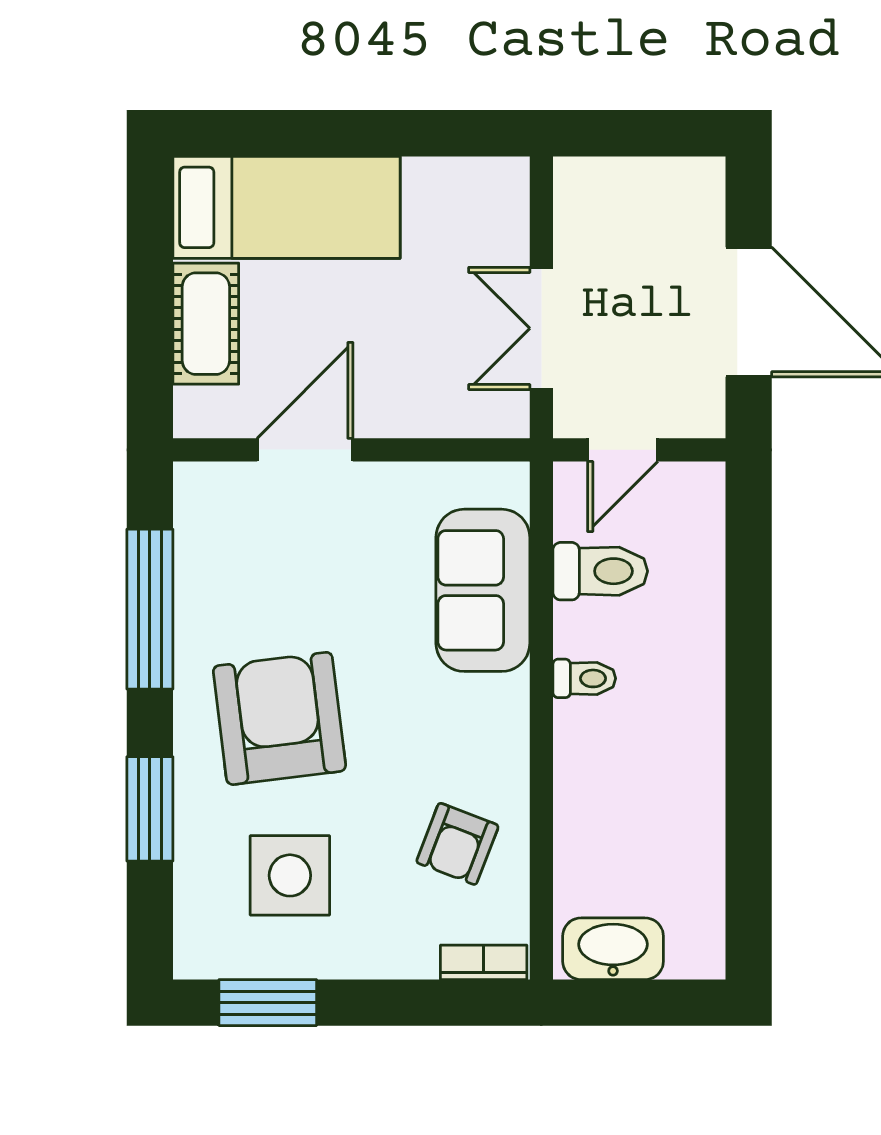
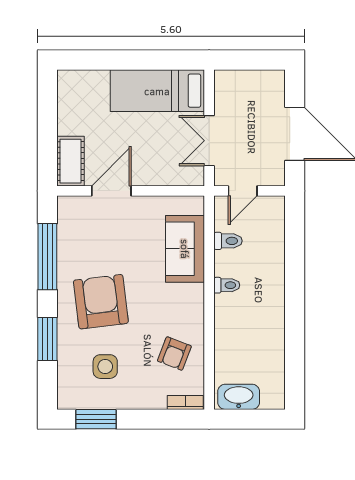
bed: (286, 207) -> (157, 91), moved, turned 180
cot: (206, 324) -> (70, 161), moved
toilet: (600, 571) -> (228, 241), width x0.73, depth x0.72
side table: (290, 875) -> (105, 367), width x0.73, depth x0.73

